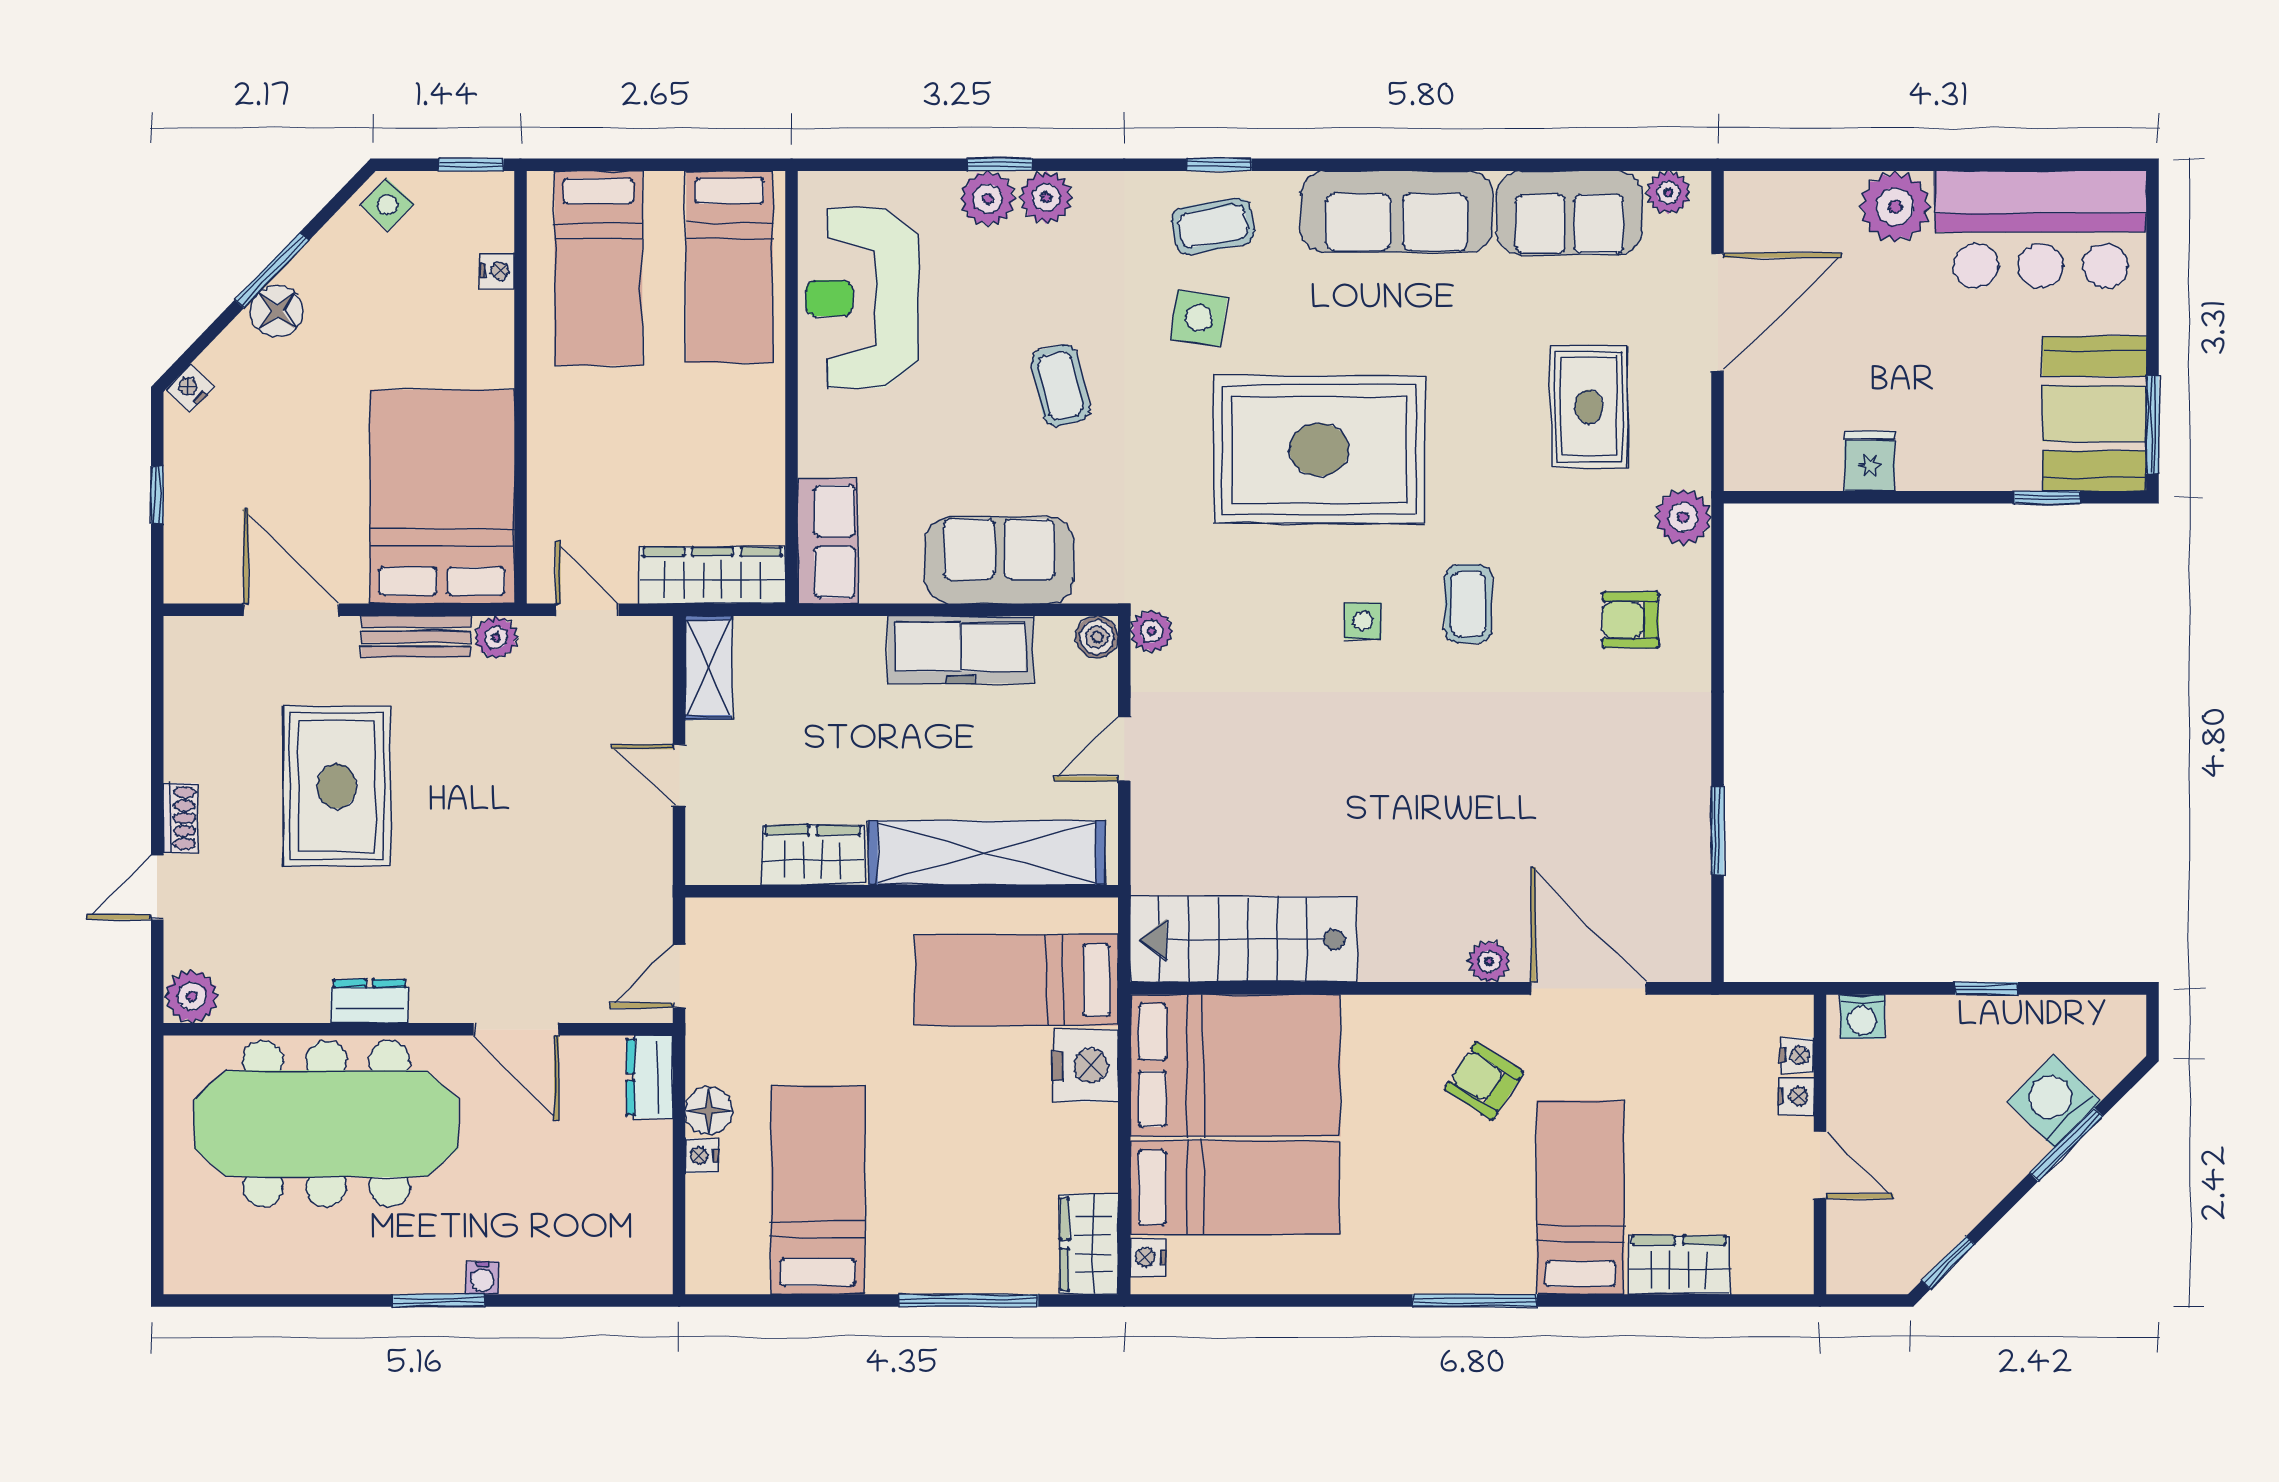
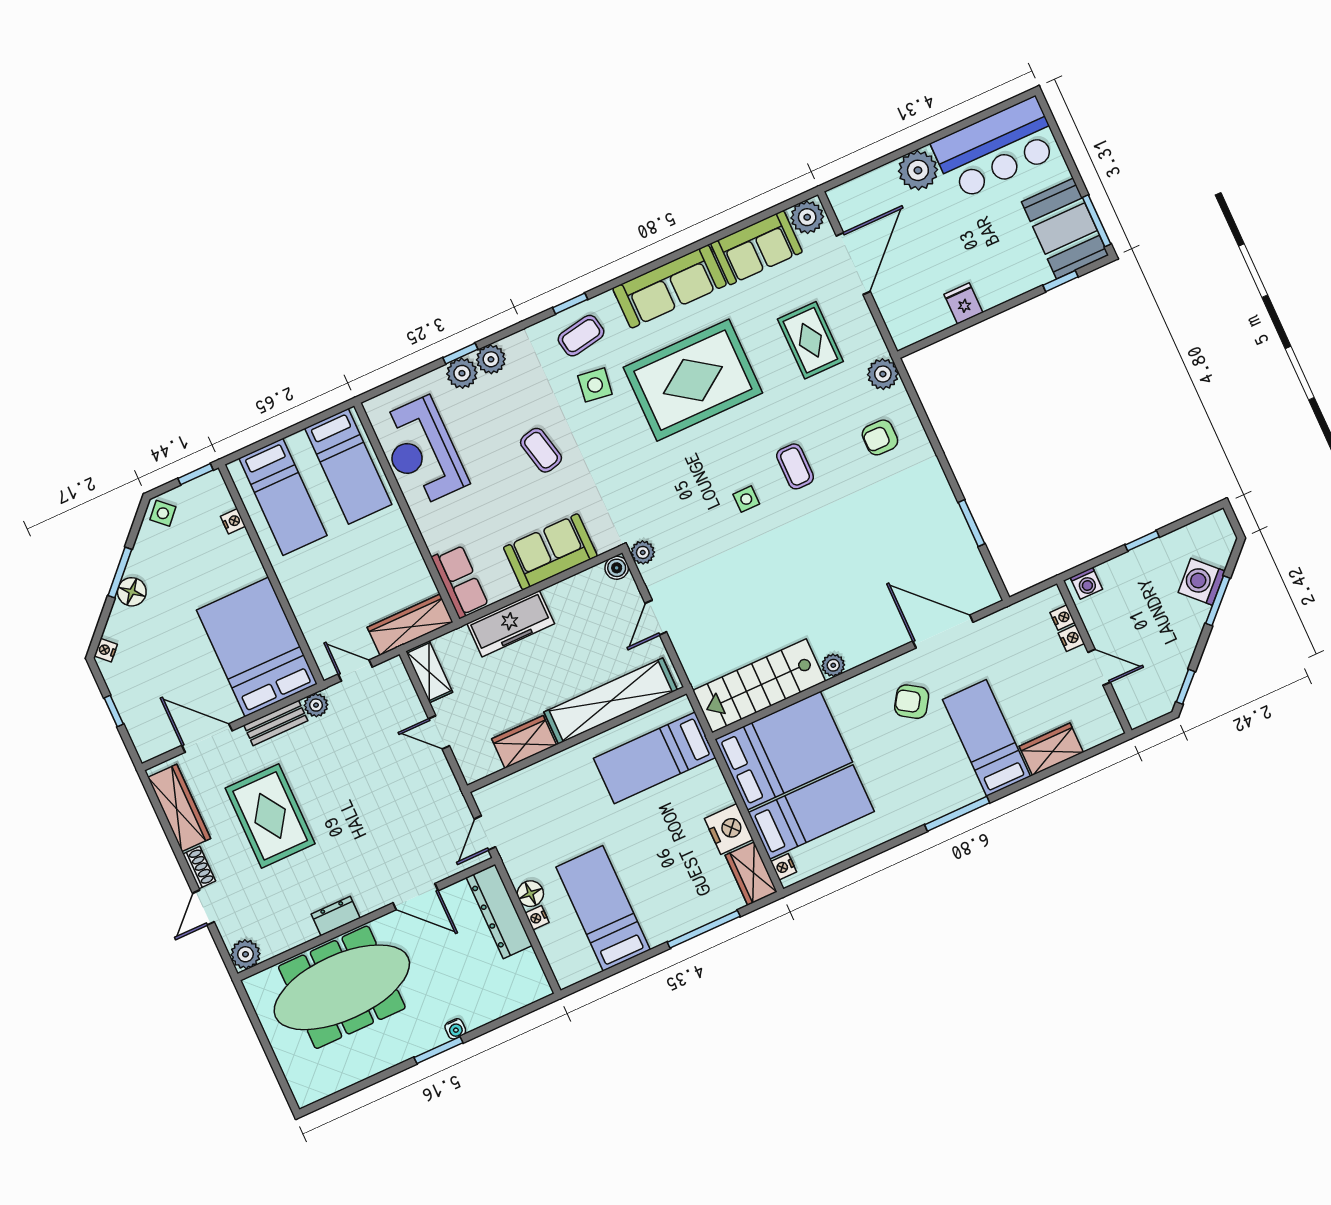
plant: (1668, 193) -> (807, 217), width x1.38, depth x1.38
rug: (1319, 450) -> (693, 380), moved
freezer: (960, 650) -> (511, 624), moved
wardrobe: (192, 704) -> (179, 808), added
plant: (1489, 961) -> (833, 665), moved
nightstand: (1086, 1066) -> (729, 829), moved
dresser: (650, 1077) -> (499, 911), width x1.96, depth x1.24

